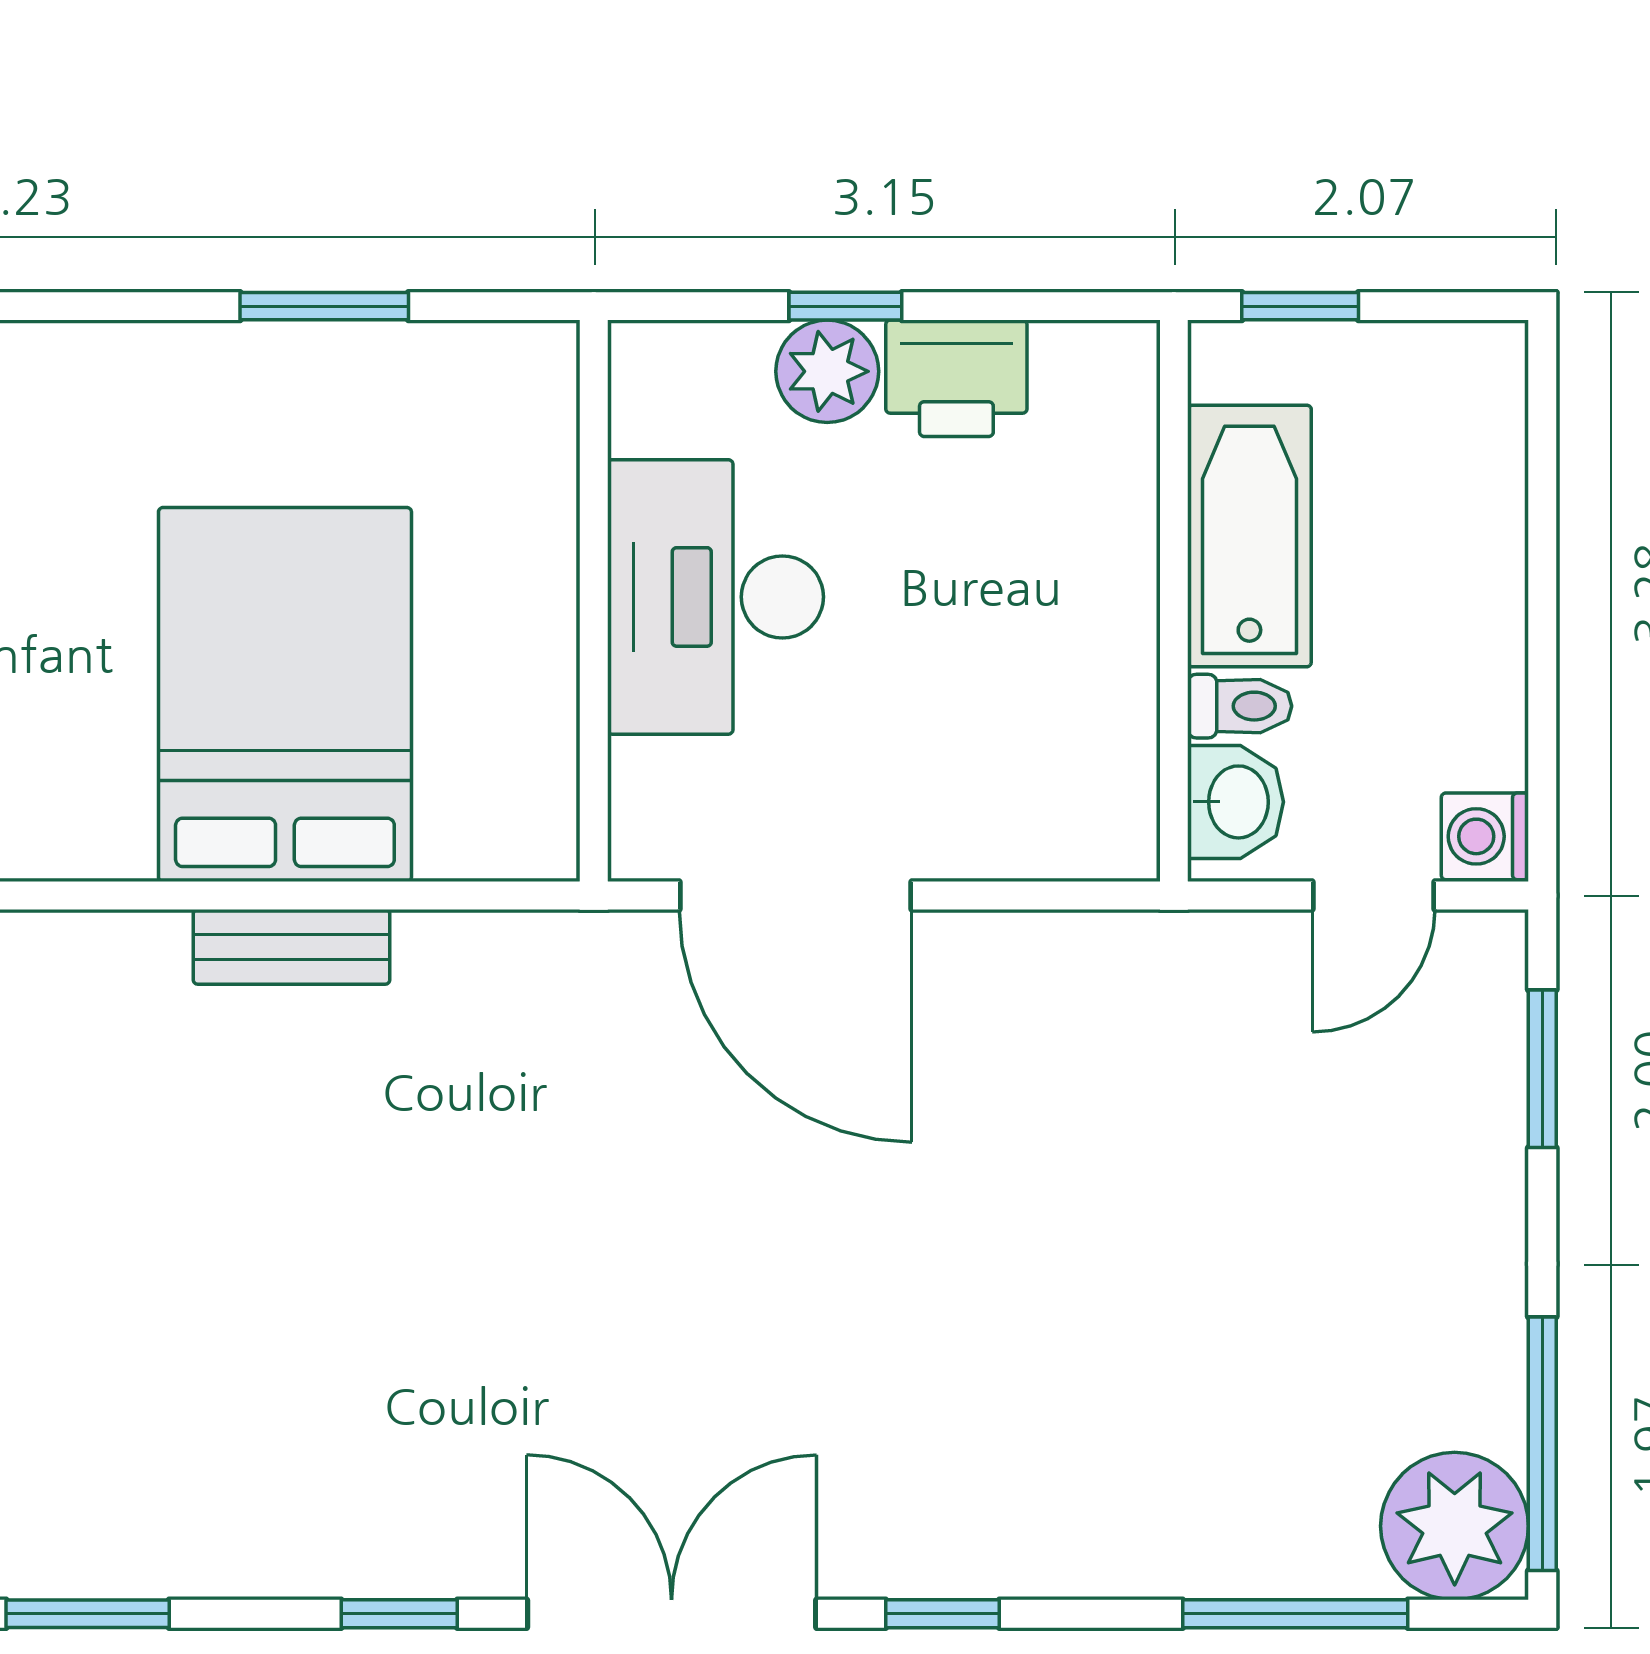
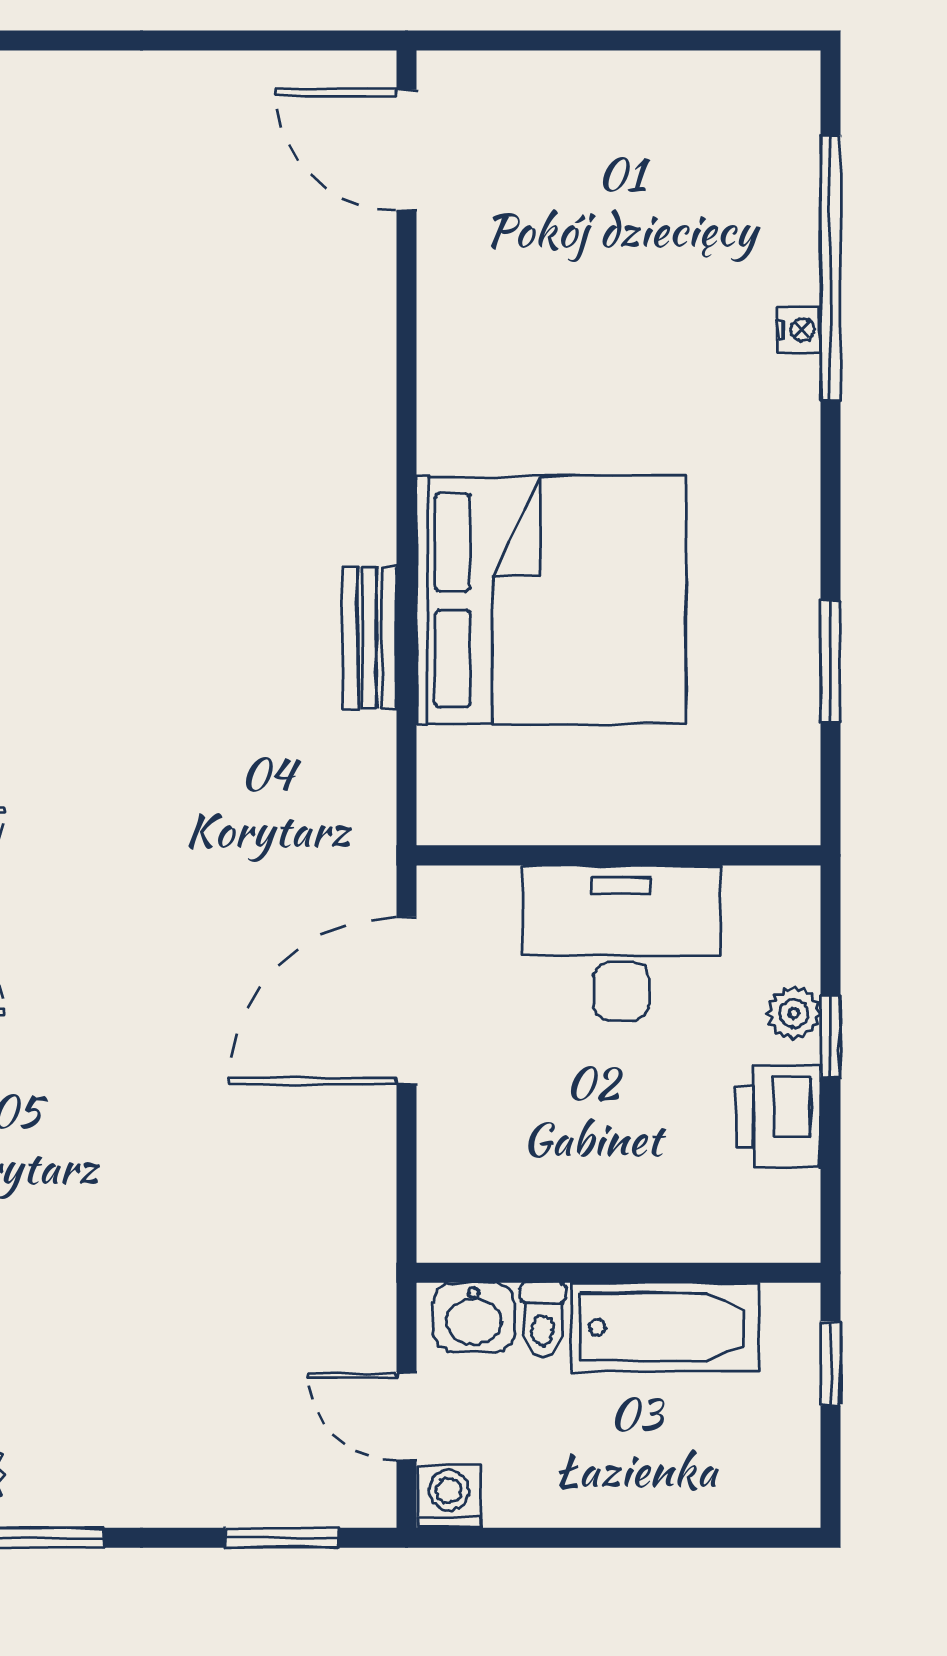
plant: (827, 371) -> (794, 1013), width x0.73, depth x0.73
bed: (285, 695) -> (551, 600), width x1.36

